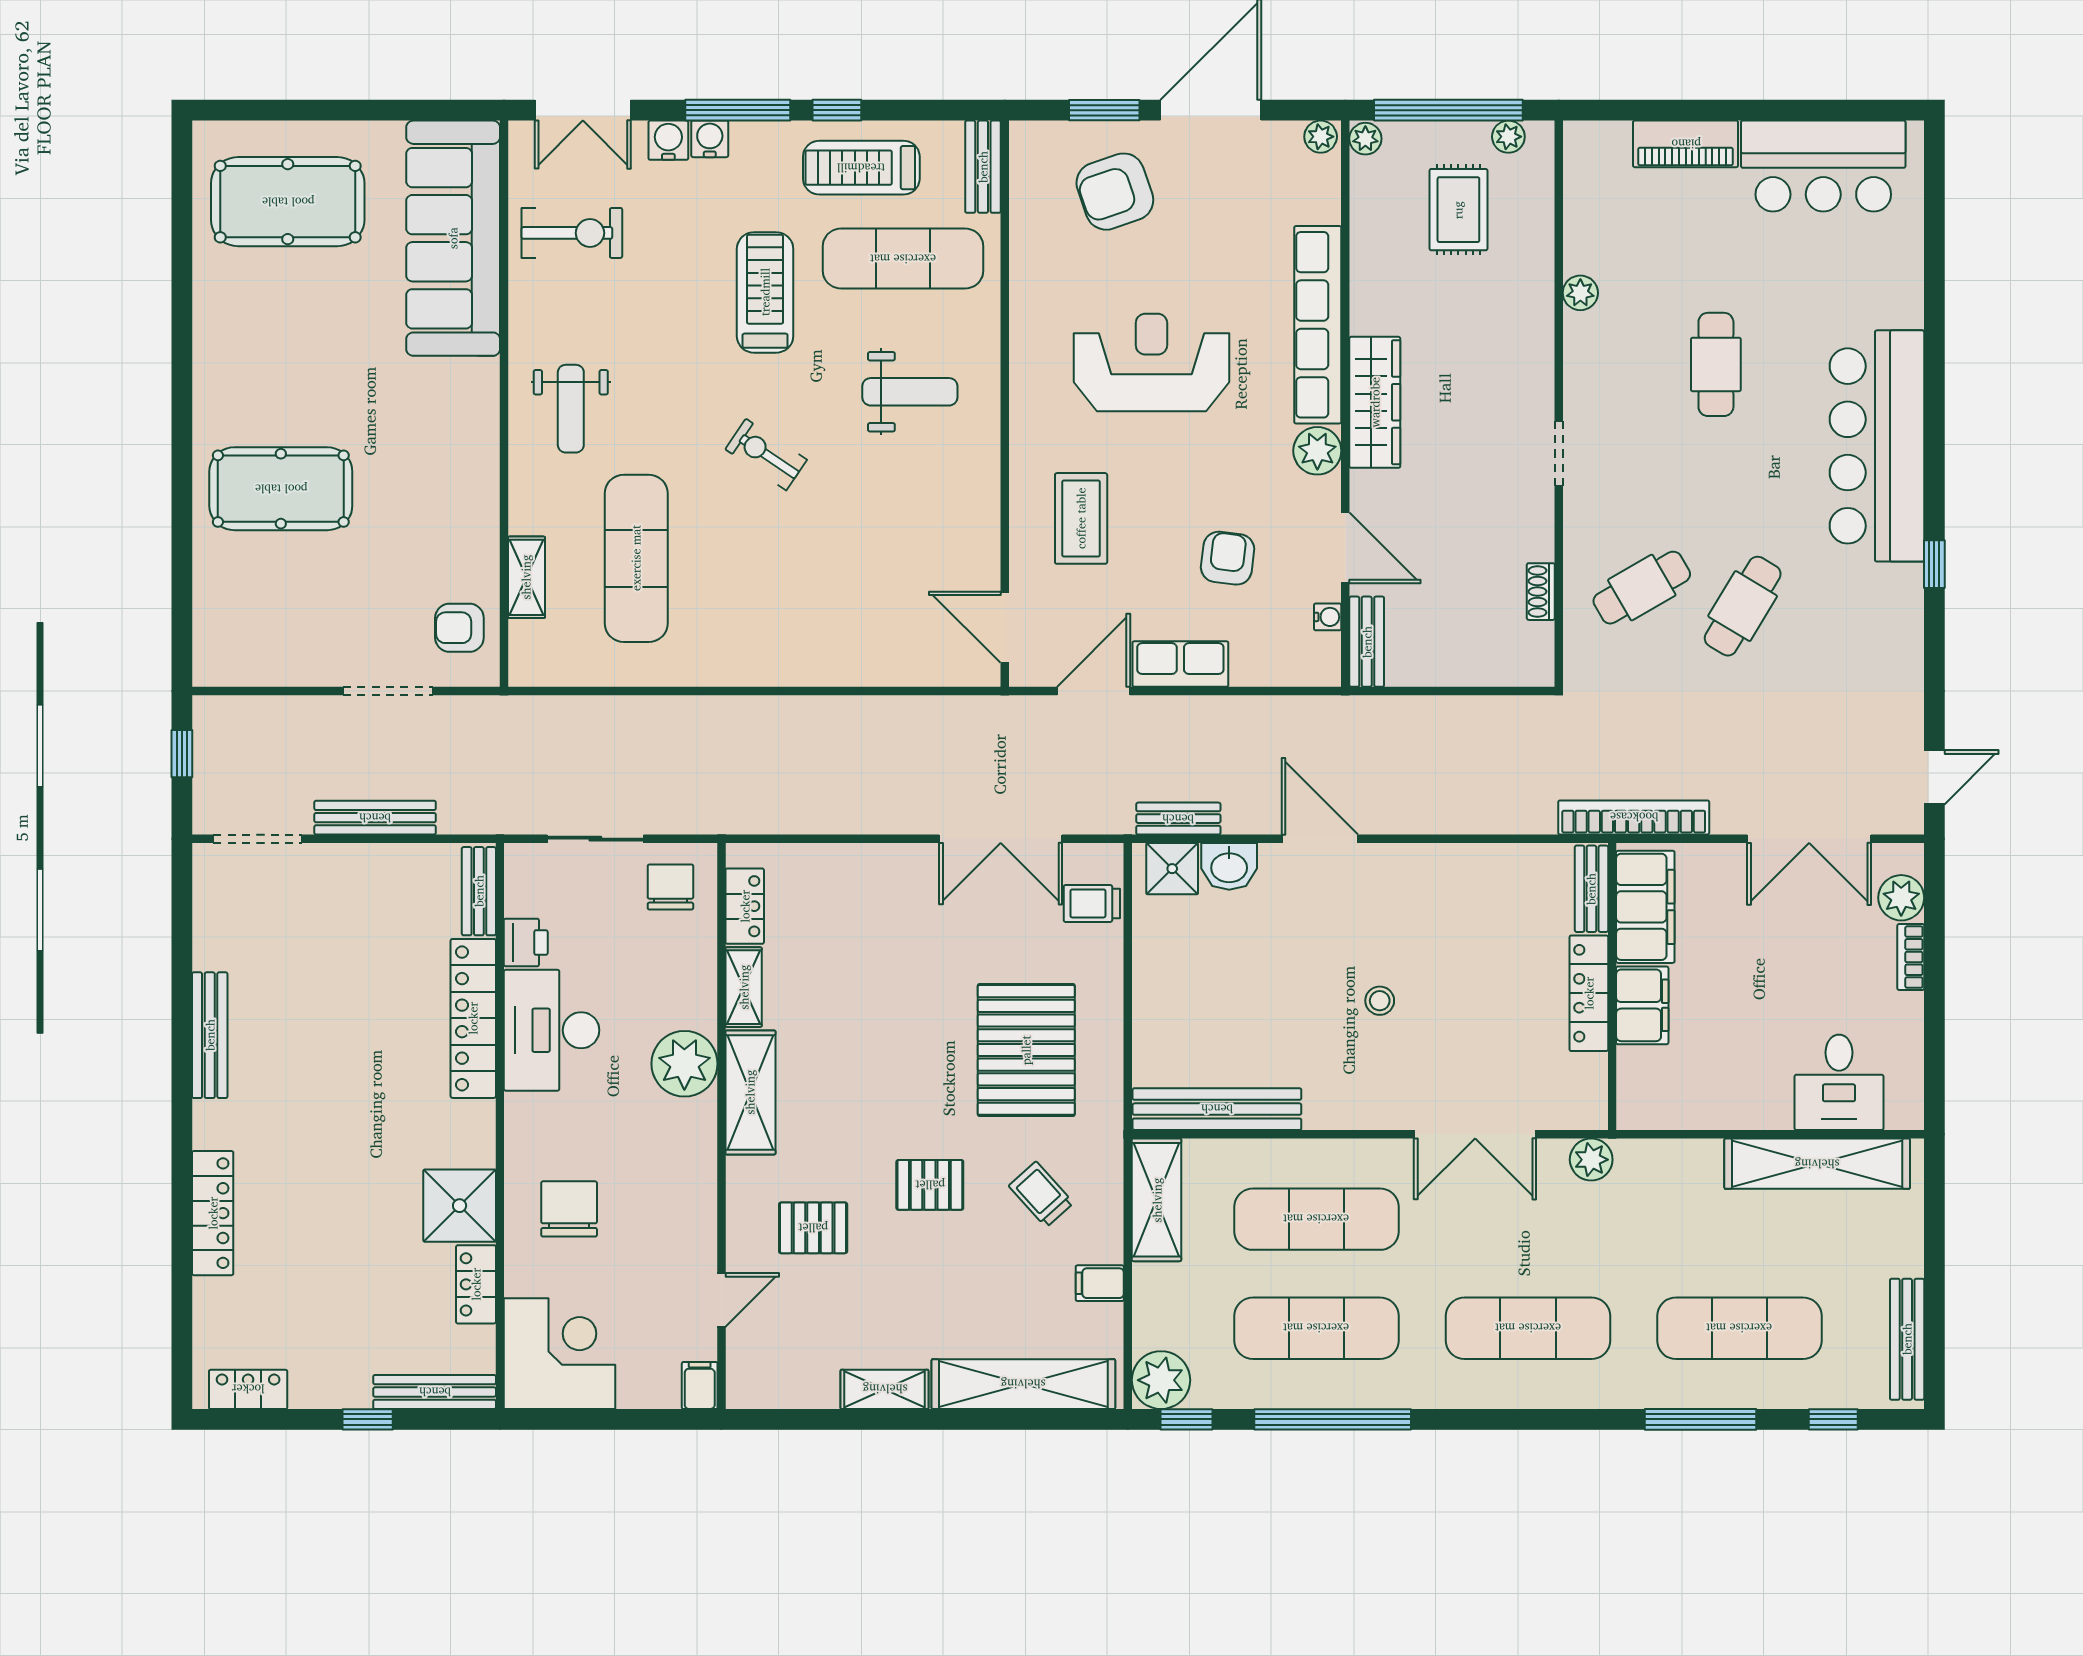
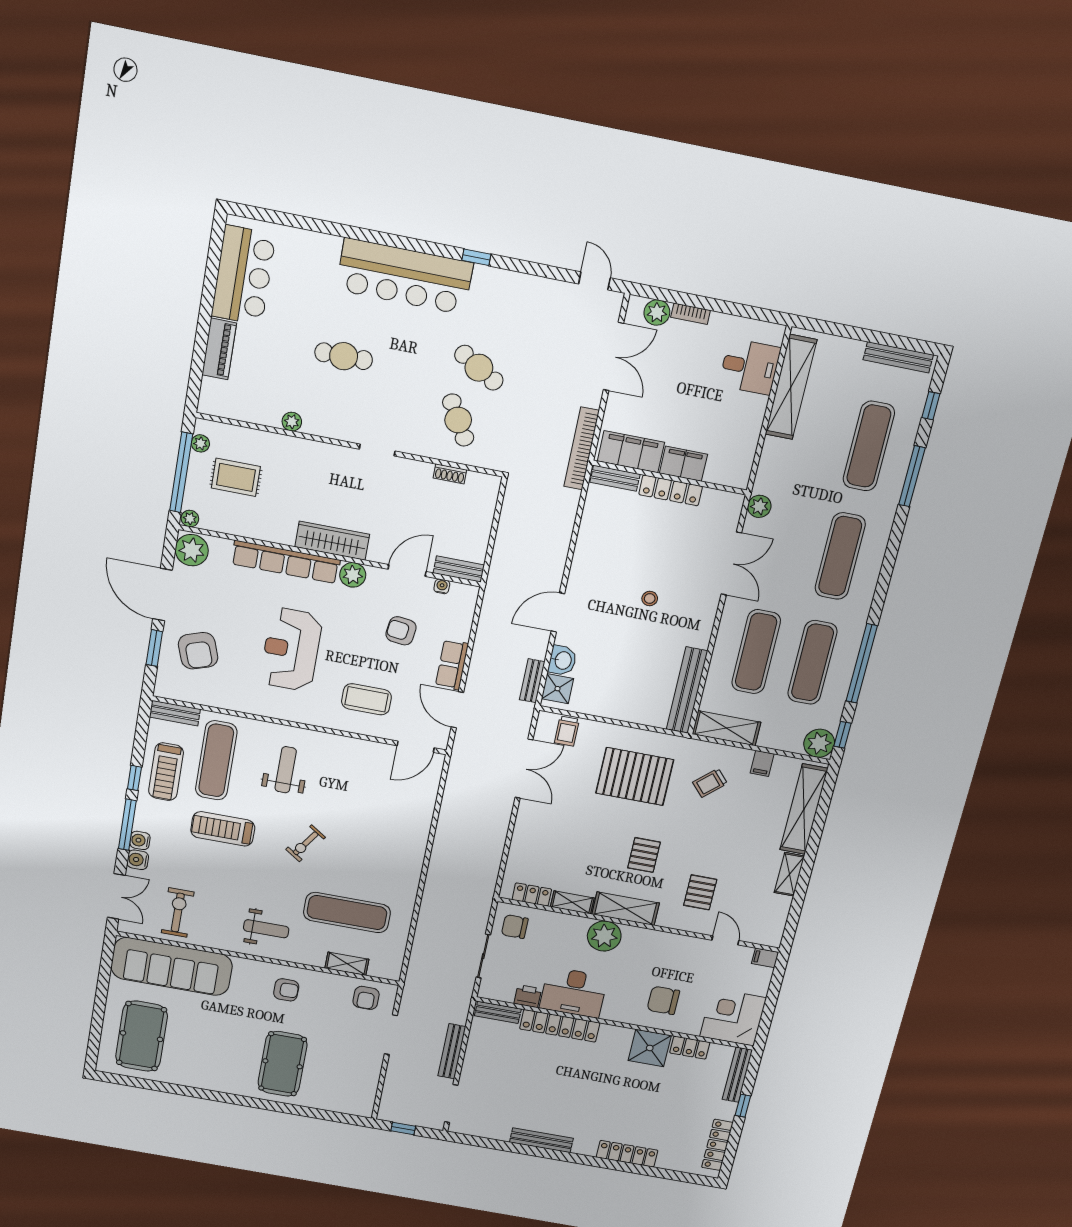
plant: (1321, 137) -> (192, 550), width x1.88, depth x1.88
armchair: (446, 469) -> (286, 990), added
pallet: (930, 1185) -> (644, 855), moved
locker: (248, 1389) -> (717, 1145), width x1.53

